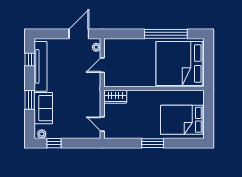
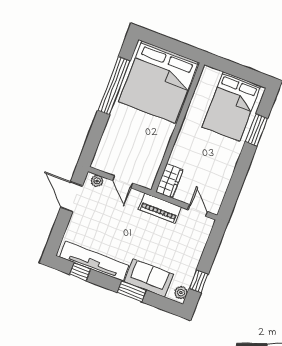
piano: (94, 97) -> (160, 208), added
door: (102, 124) -> (198, 211), swing flipped
window: (153, 143) -> (256, 130), moved

